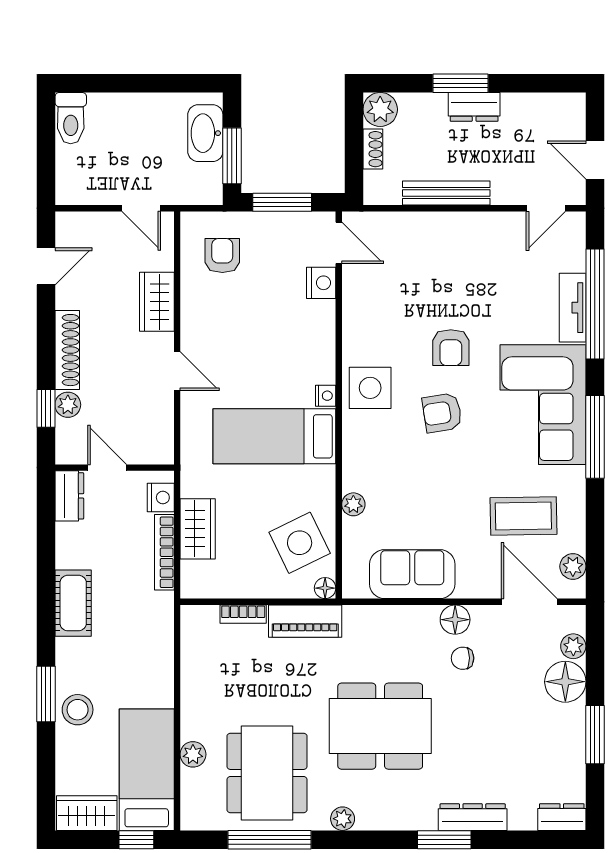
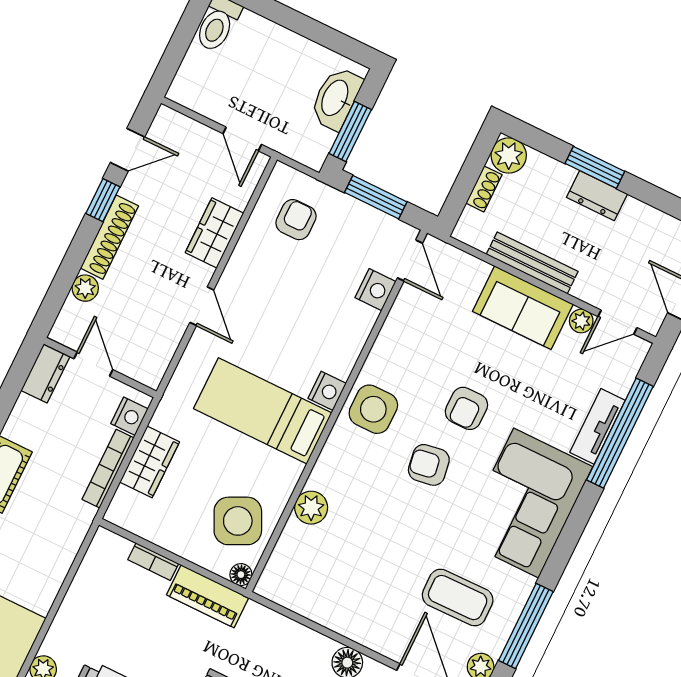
plant: (514, 223) -> (581, 321), added
nightstand: (326, 396) -> (327, 391), width x1.39, depth x1.35
window: (46, 408) -> (103, 200), moved
window: (595, 437) -> (526, 626), moved
plant: (353, 504) -> (311, 508), width x1.38, depth x1.38
sofa: (412, 574) -> (523, 308), moved, turned 180

